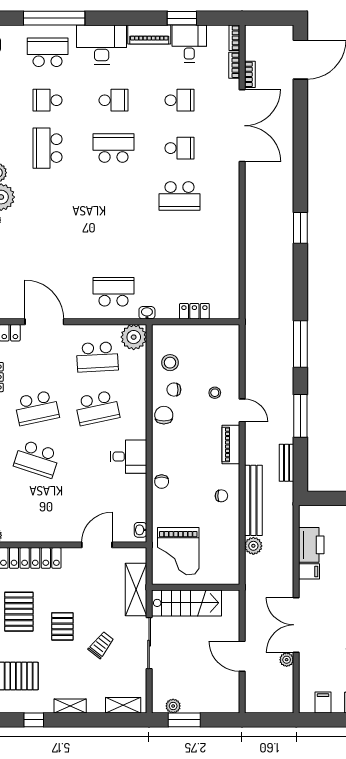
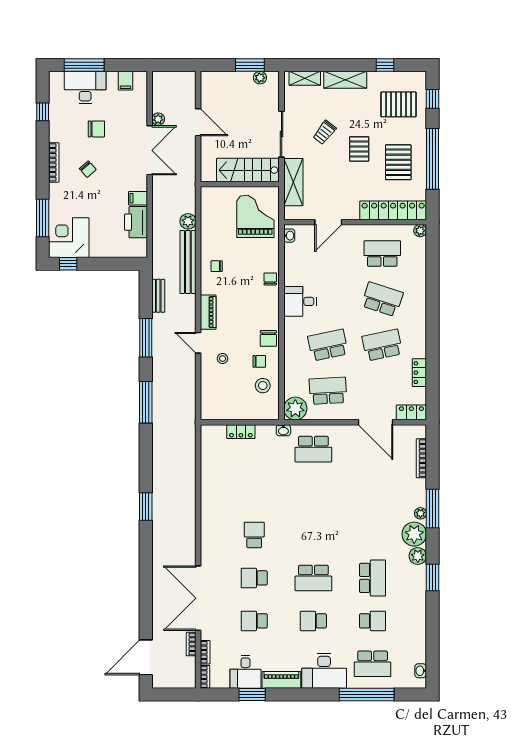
school desk: (180, 196) -> (254, 535), width x0.54
school desk: (37, 510) -> (382, 254), added
shelving: (70, 706) -> (345, 80), width x1.50, depth x1.33

